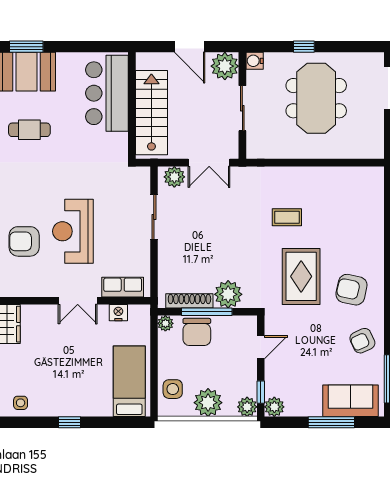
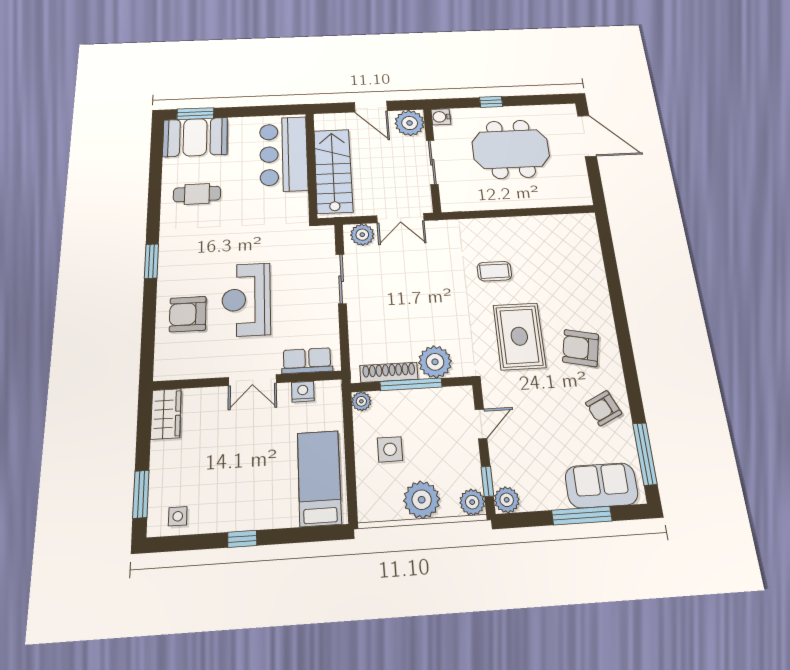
meeting table: (316, 98) -> (511, 149), turned 90
chair: (197, 332) -> (401, 410), removed
side table: (173, 389) -> (390, 449), moved

